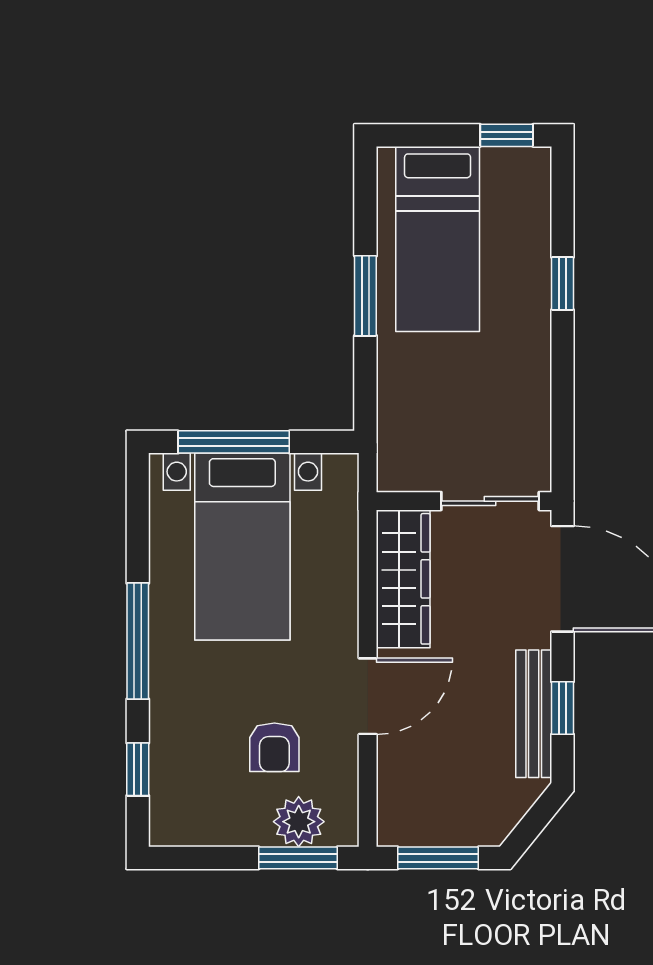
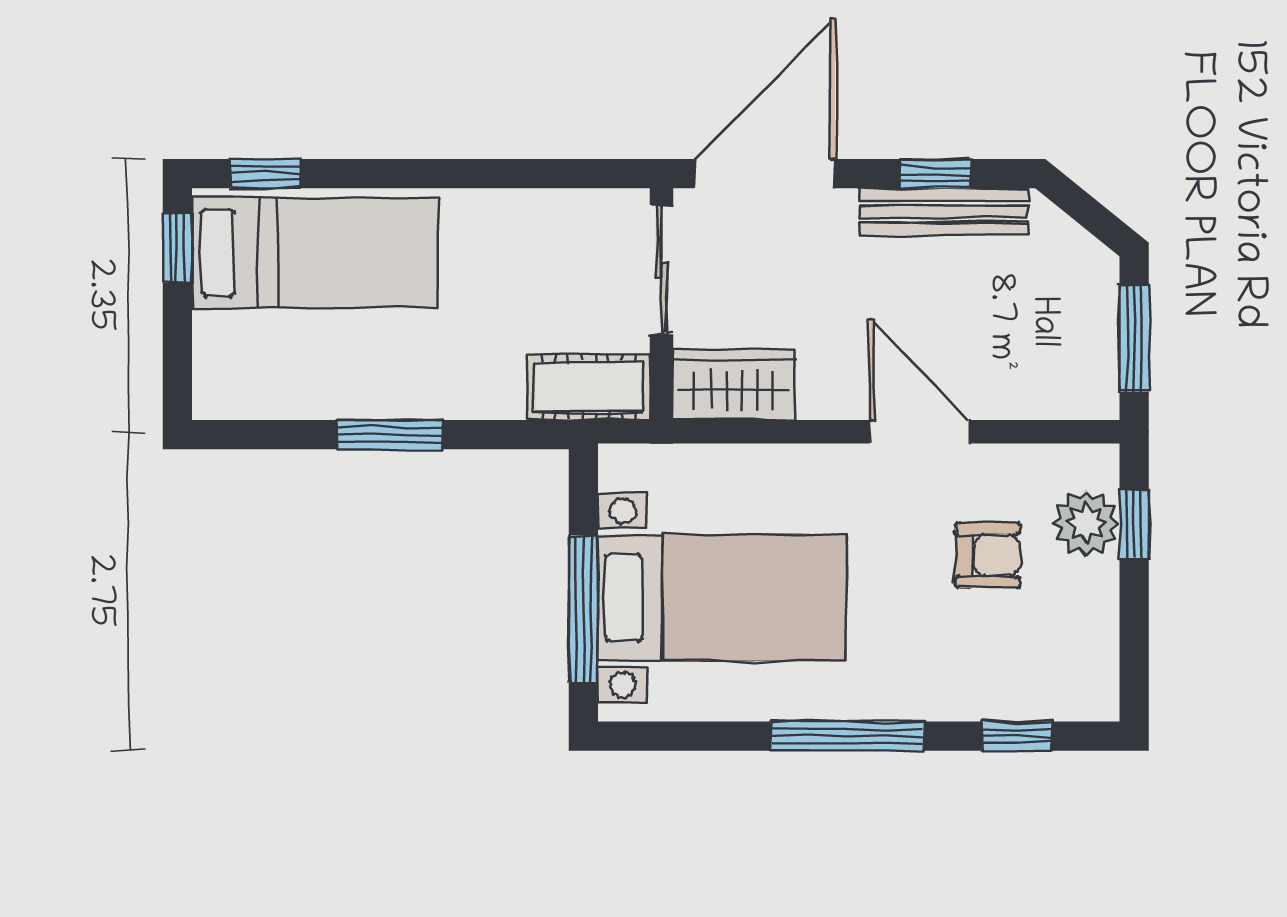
bed: (438, 239) -> (315, 253), moved
window: (562, 284) -> (265, 174), moved
cot: (401, 446) -> (589, 387), added
wardrobe: (403, 579) -> (734, 385), width x0.67
window: (298, 858) -> (1134, 524), width x0.67

